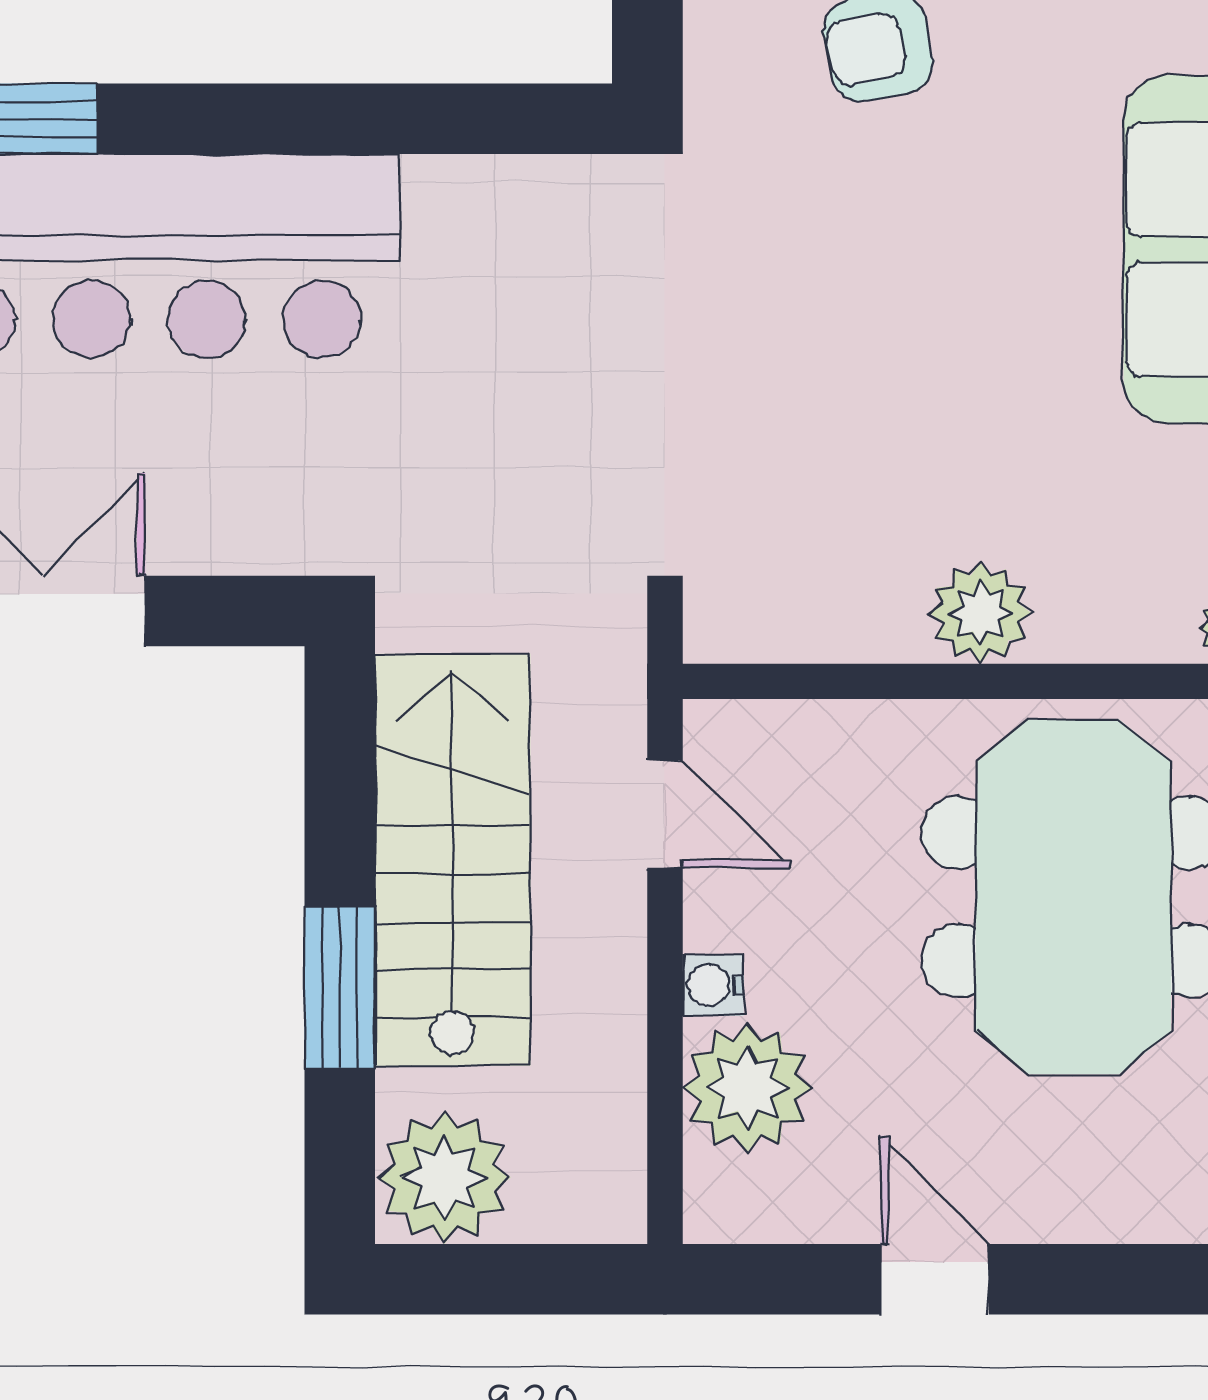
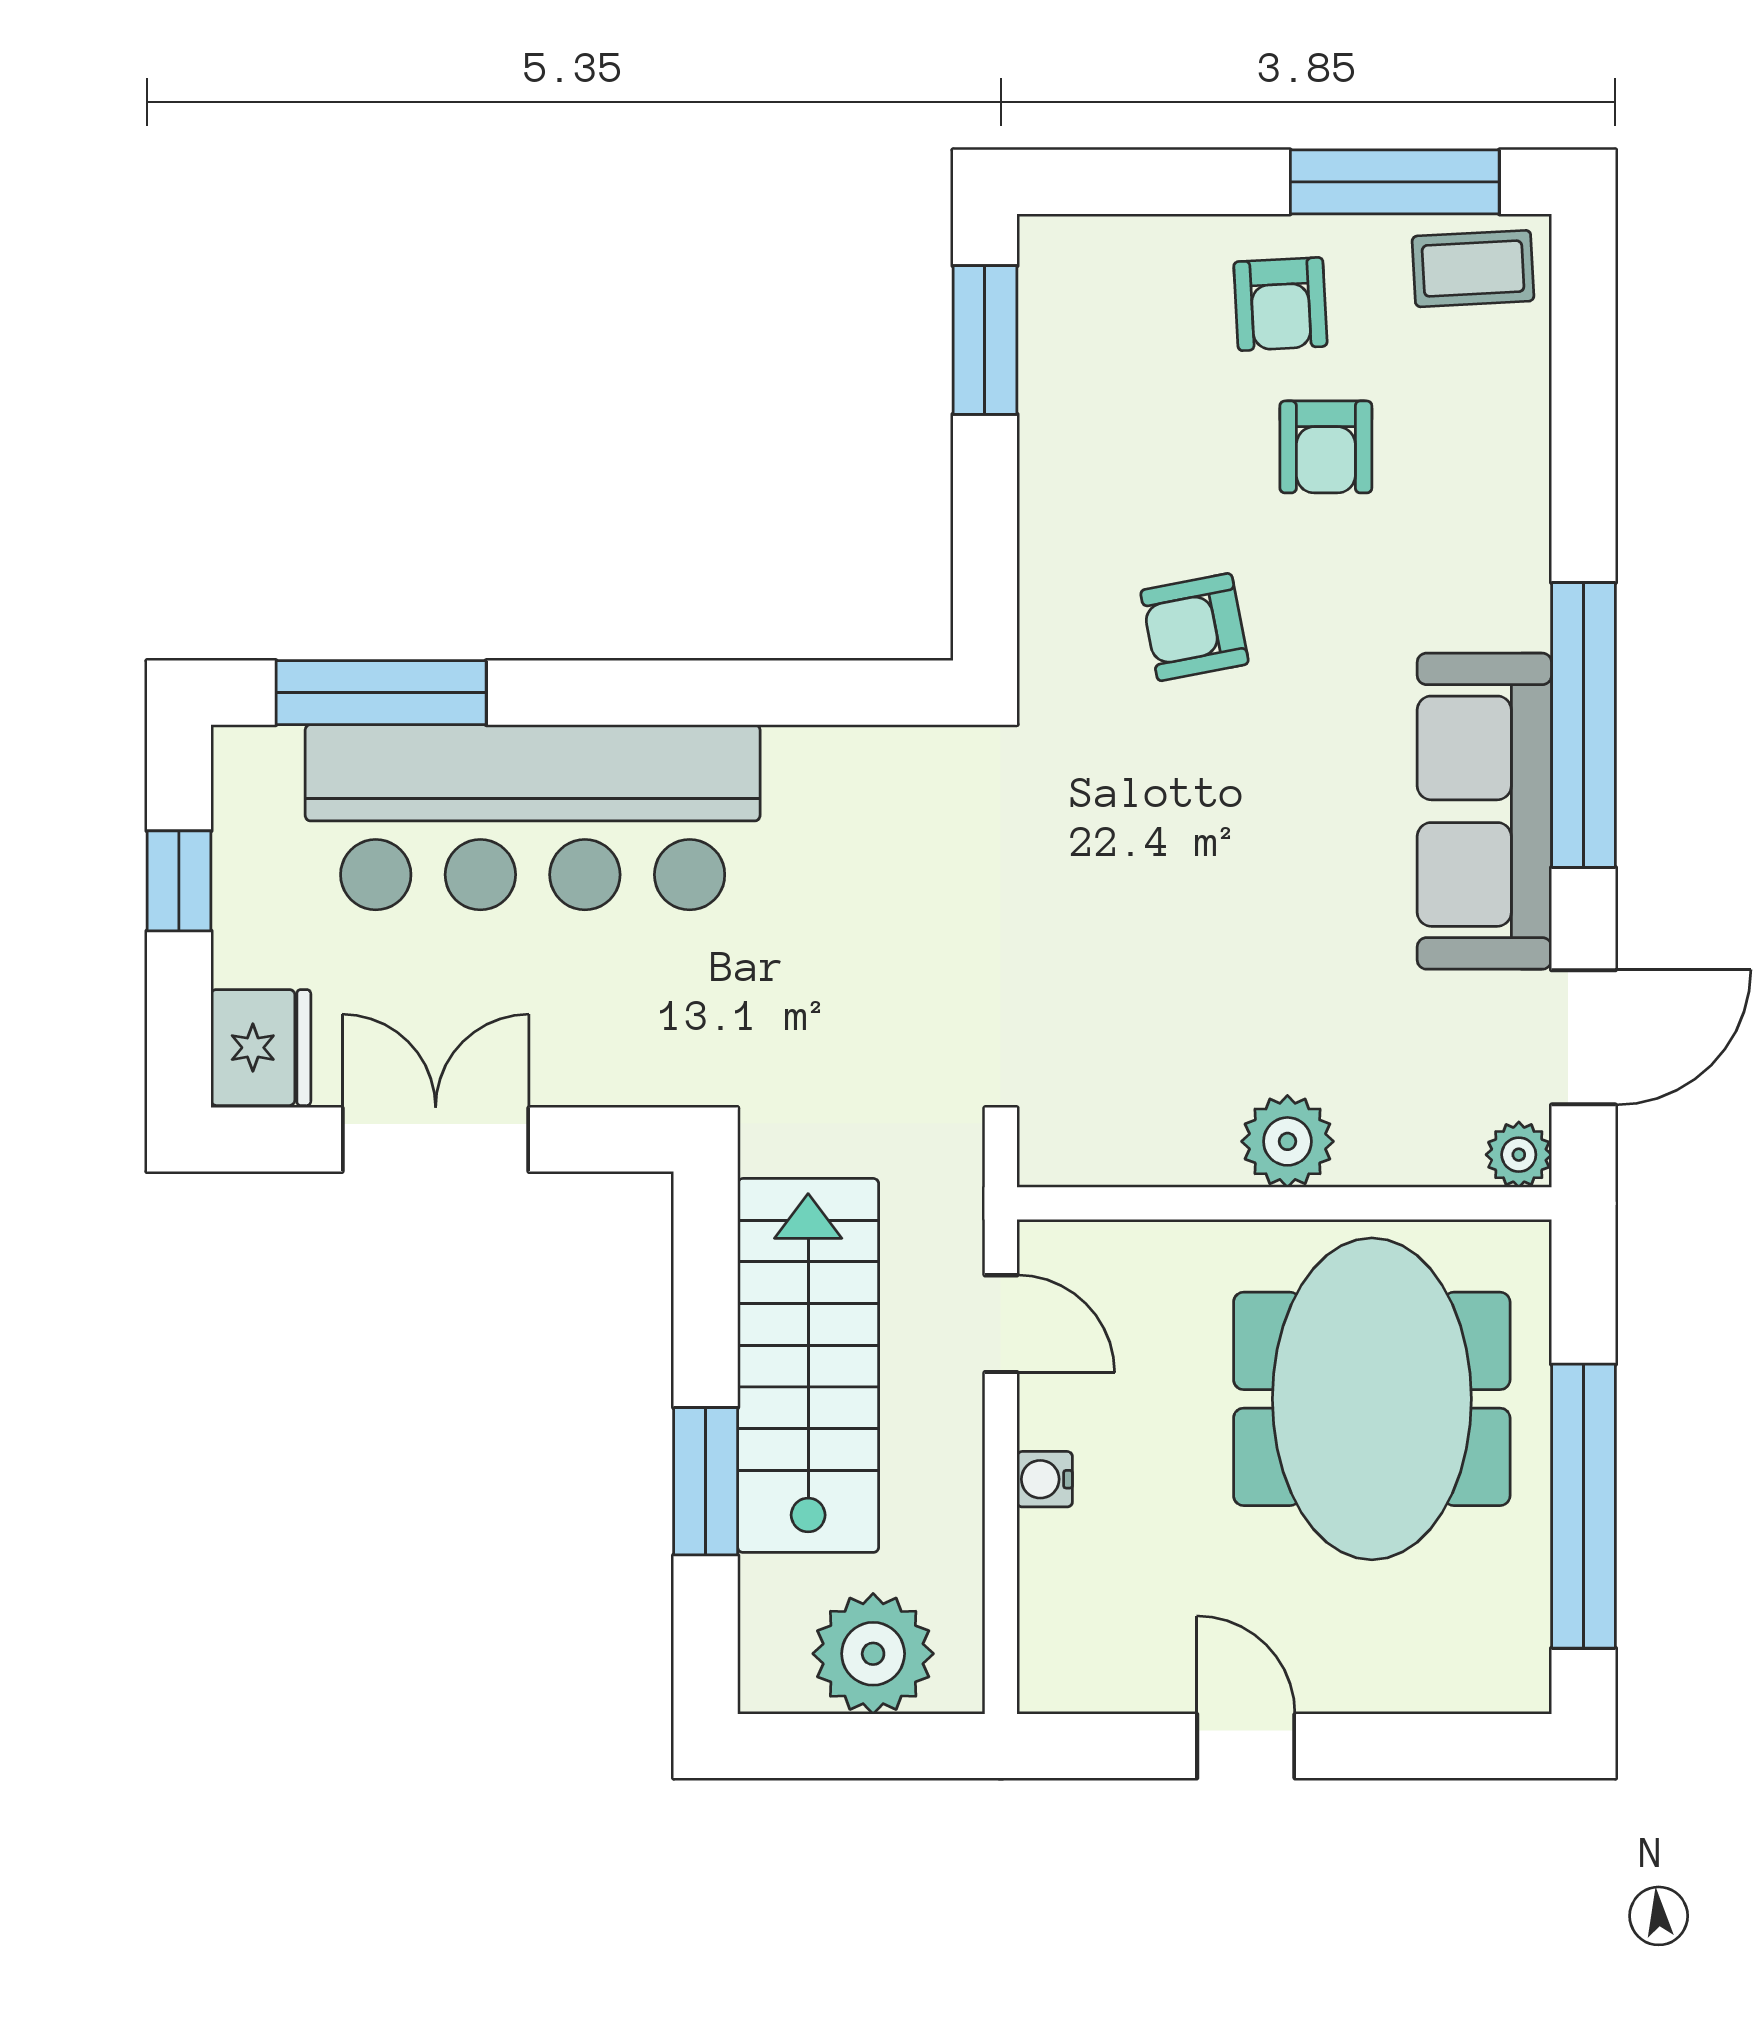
plant: (747, 1088) -> (1076, 1572), removed
plant: (444, 1177) -> (873, 1654), moved

